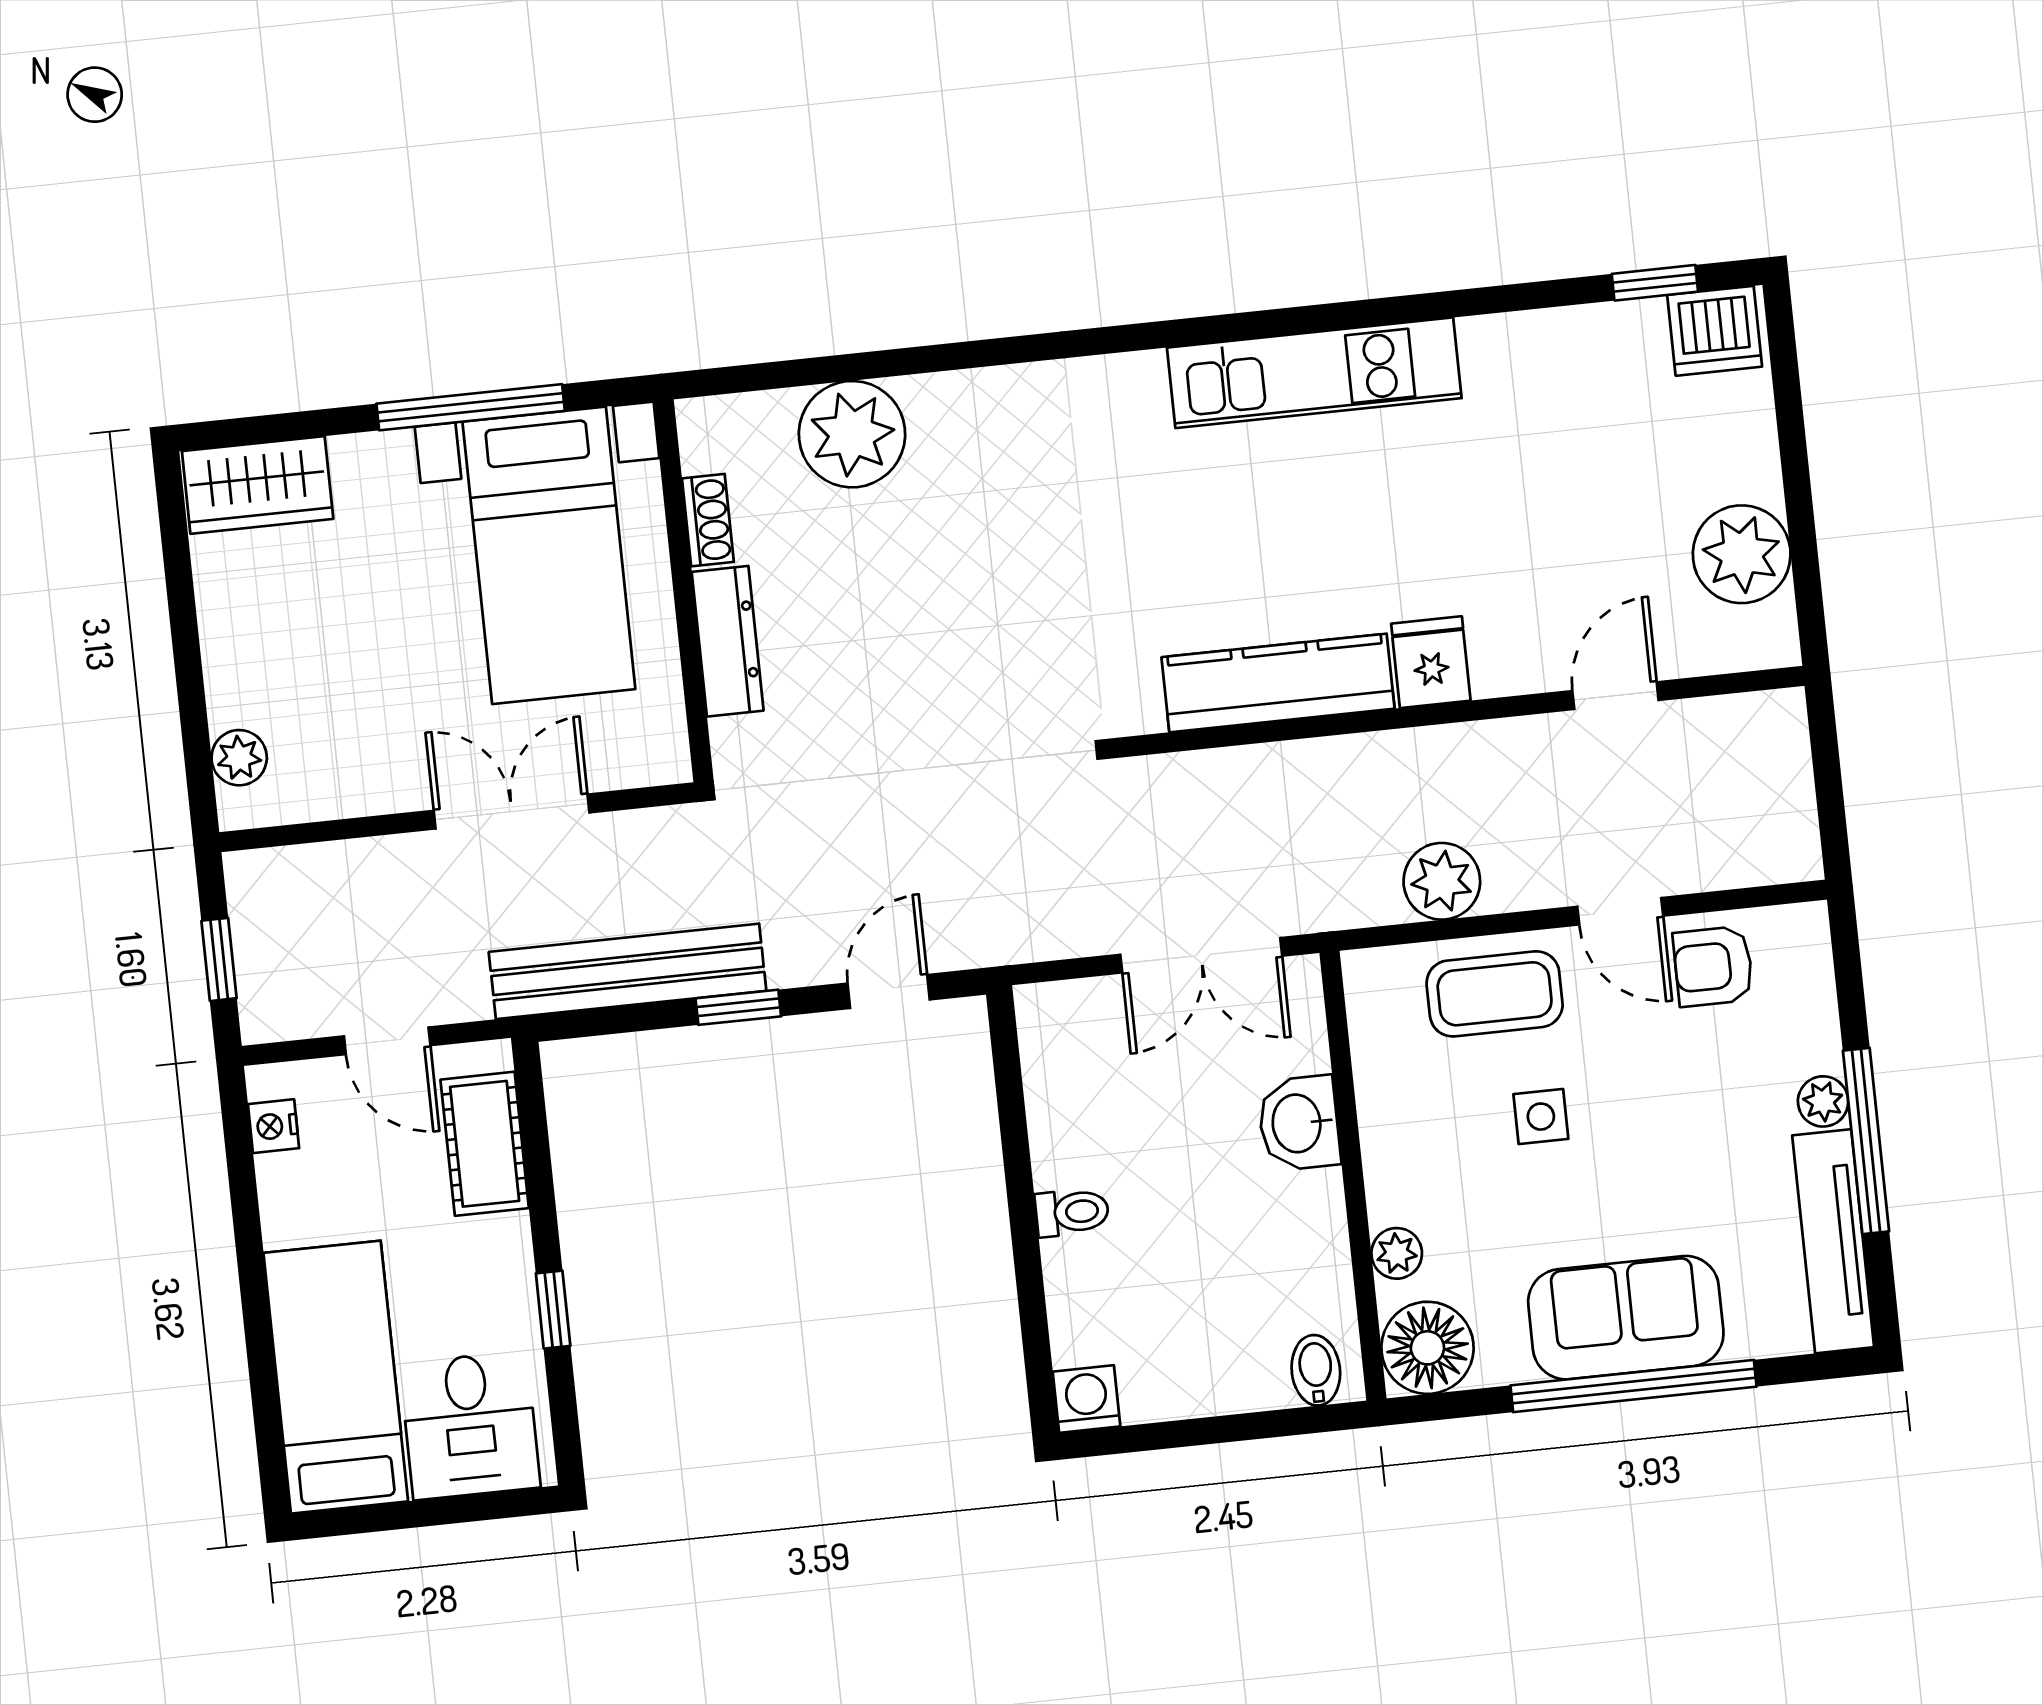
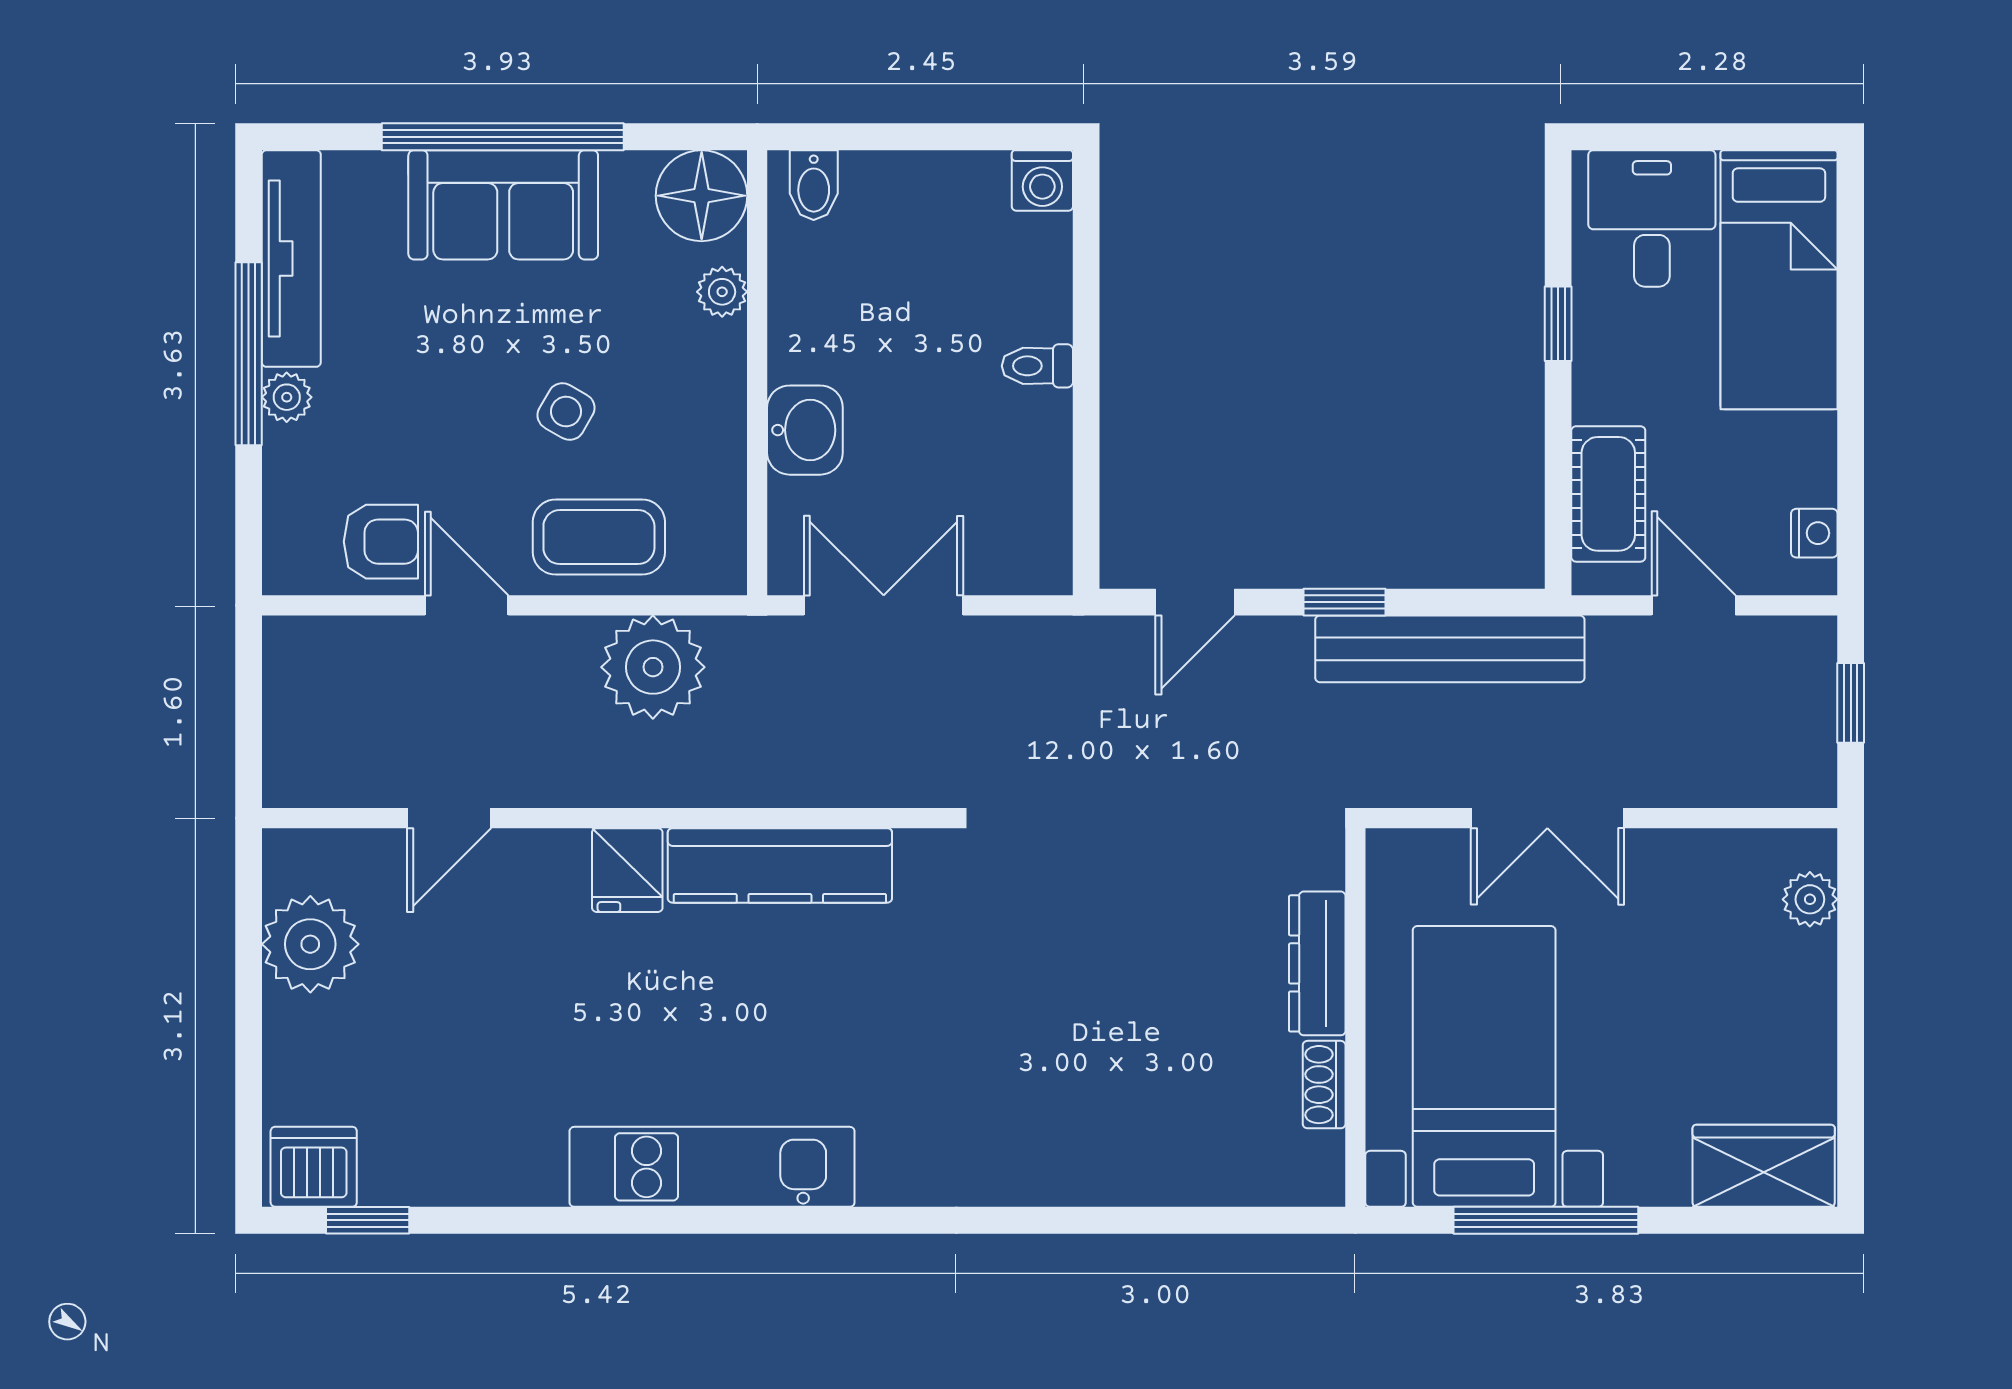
plant: (852, 434) -> (1173, 1154), removed
plant: (1442, 881) -> (653, 667), width x1.36, depth x1.36
side table: (1541, 1117) -> (566, 412), turned 30

